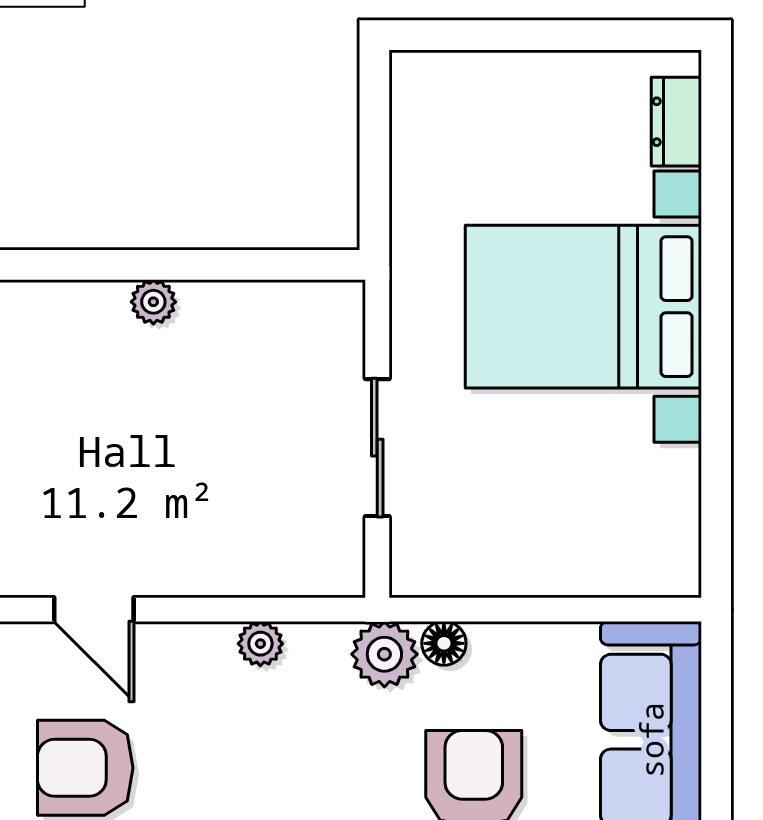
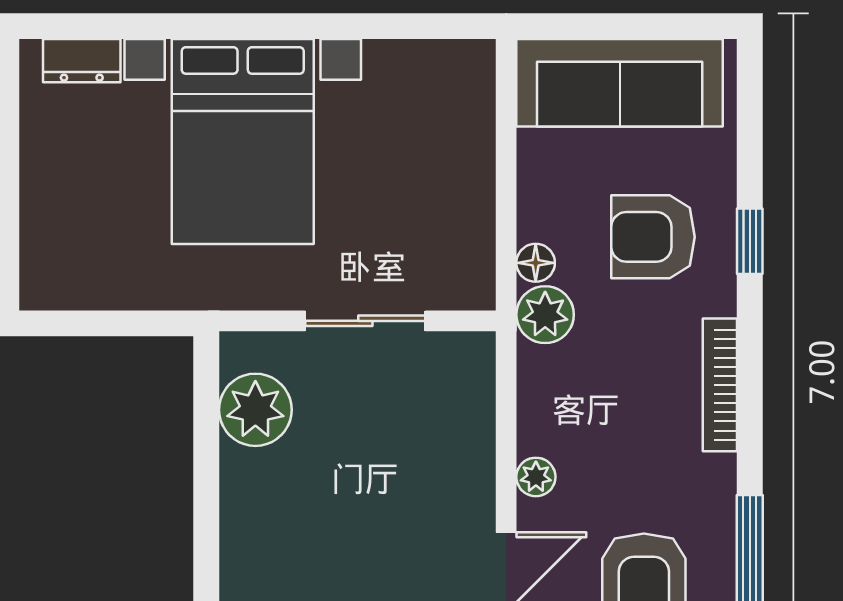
plant: (153, 302) -> (255, 410), moved, width x1.88, depth x1.88
plant: (260, 644) -> (536, 477), moved

